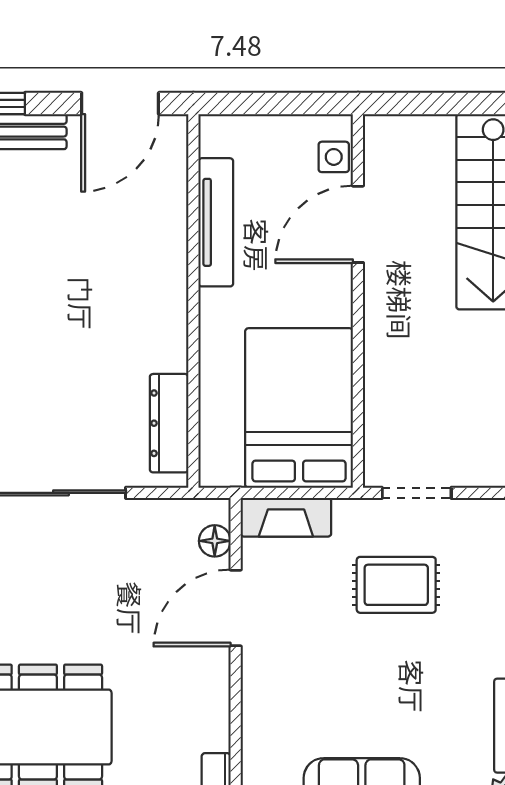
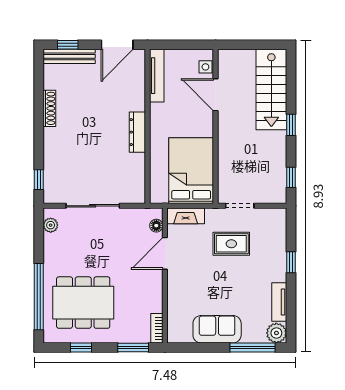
tv unit: (216, 222) -> (157, 76), moved
door: (358, 224) -> (215, 95), hinge flipped
dresser: (169, 423) -> (137, 132), moved

